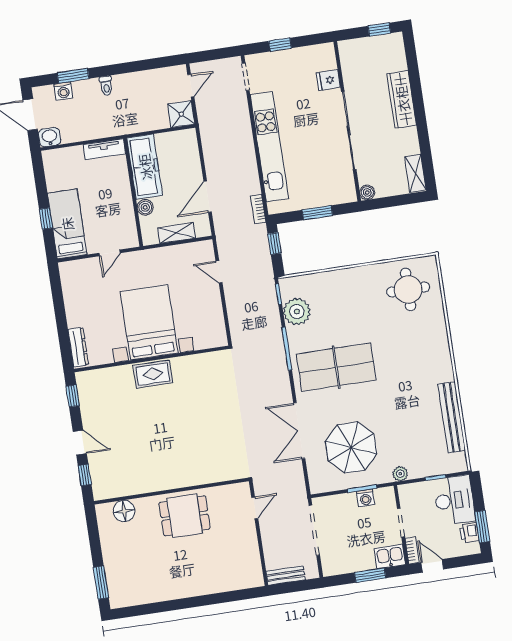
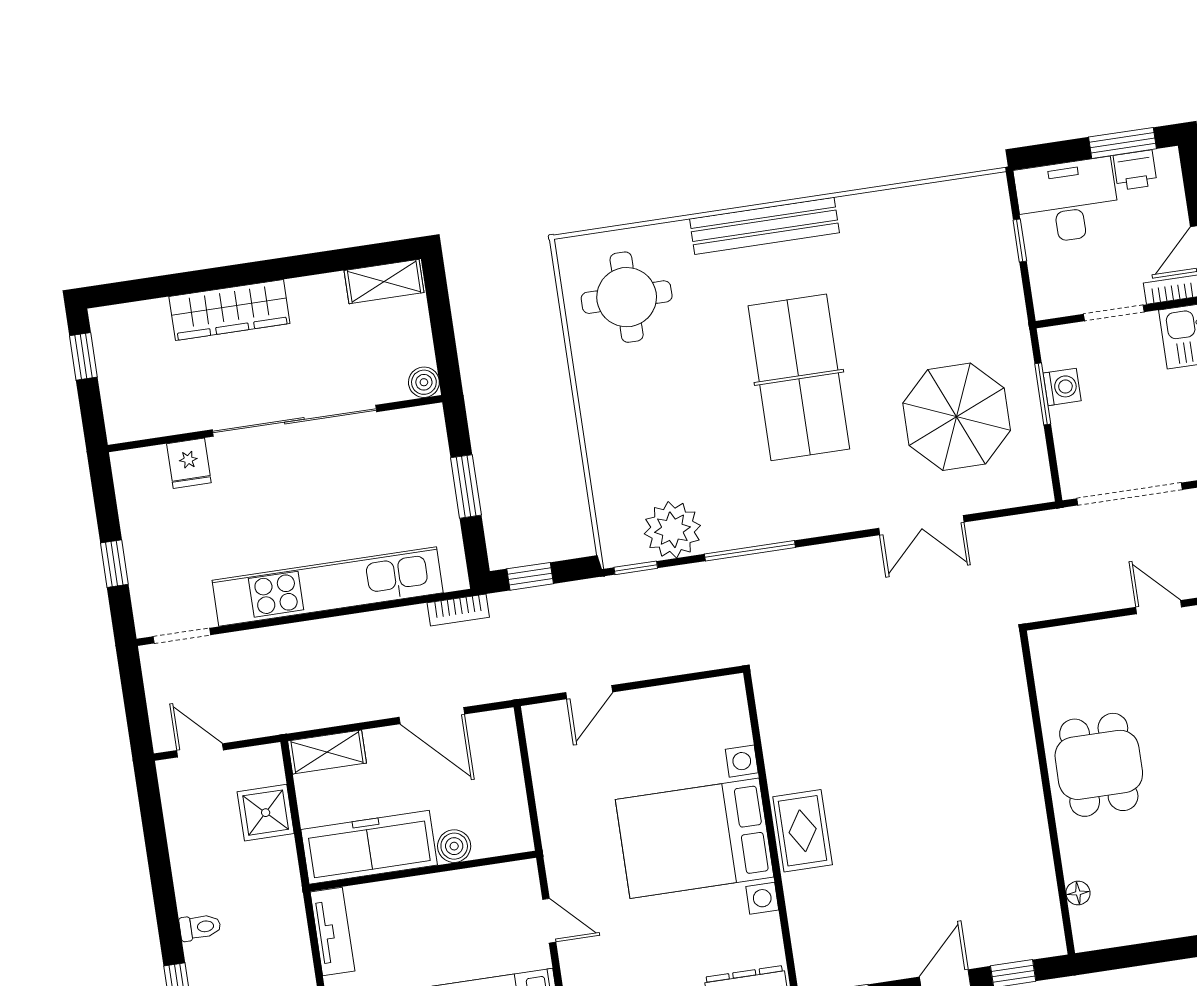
shower: (181, 114) -> (266, 813), moved
shelving: (177, 233) -> (327, 752), moved, turned 90
table tennis table: (336, 367) -> (799, 377), moved
bench: (452, 417) -> (764, 226), moved
double door: (299, 431) -> (921, 525), width x0.73
plant: (400, 474) -> (1012, 314), removed
door: (255, 508) -> (1159, 607), moved
floor lamp: (124, 511) -> (1078, 893), width x0.53, depth x0.53

